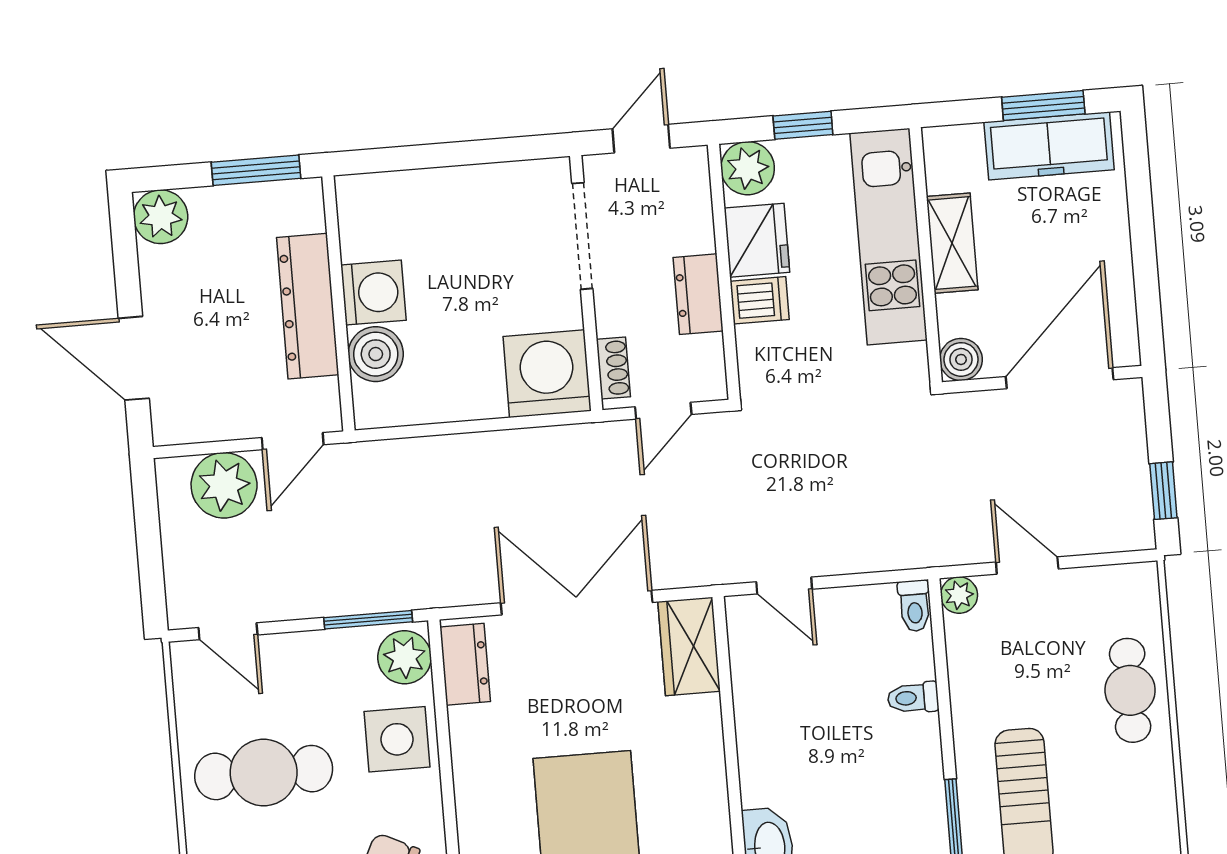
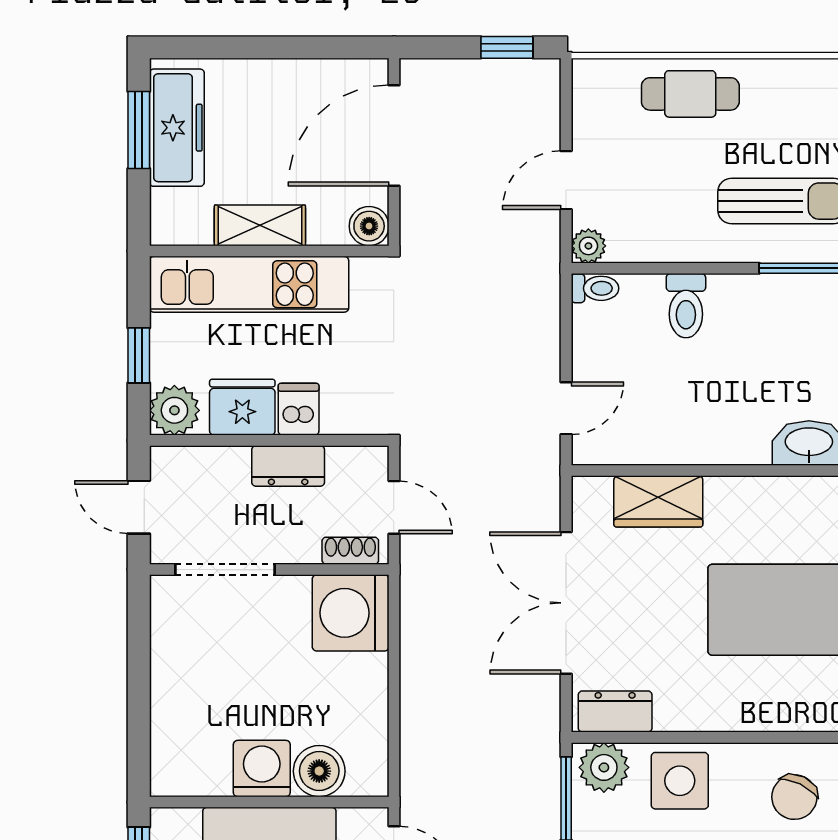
door: (1060, 378) -> (394, 136), hinge flipped
wardrobe: (689, 646) -> (658, 501), moved
toilet: (913, 698) -> (686, 306), width x1.37, depth x1.39

